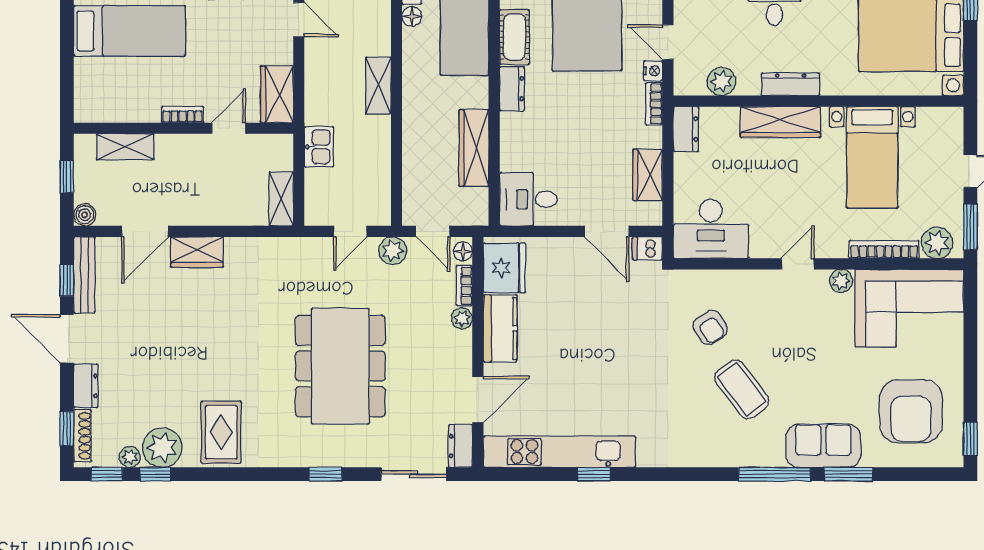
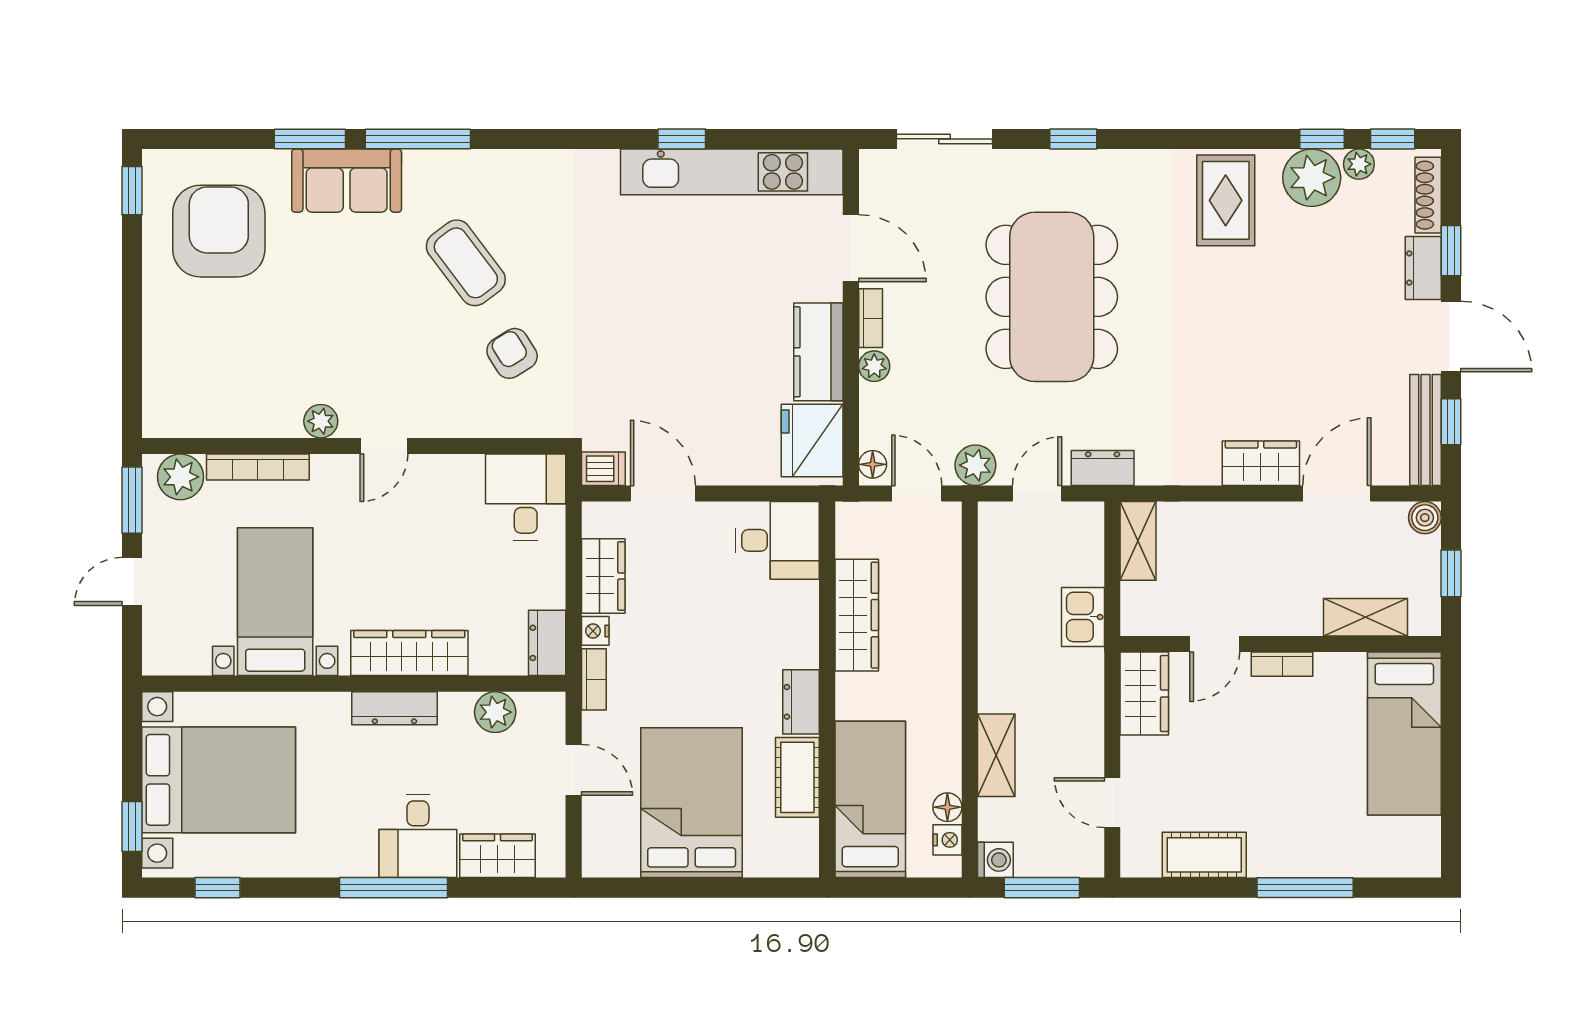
bed: (129, 31) -> (1404, 734), moved, turned -90
nightstand: (653, 71) -> (595, 631), moved
shelving: (378, 85) -> (996, 755), moved
desk: (711, 229) -> (526, 497), width x0.73
bookcase: (464, 286) -> (871, 318), moved
corner sofa: (909, 308) -> (221, 381), removed
door: (478, 399) -> (851, 248), swing flipped
window: (67, 429) -> (1451, 251), moved
dresser: (460, 446) -> (1103, 468), moved, turned -90

